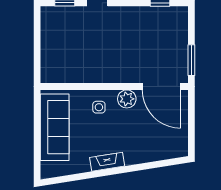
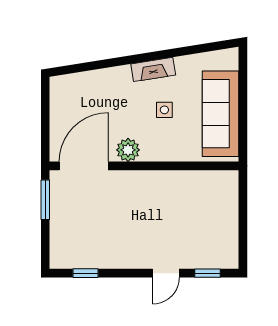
door: (161, 86) -> (84, 166), hinge flipped
side table: (99, 107) -> (164, 110), moved

